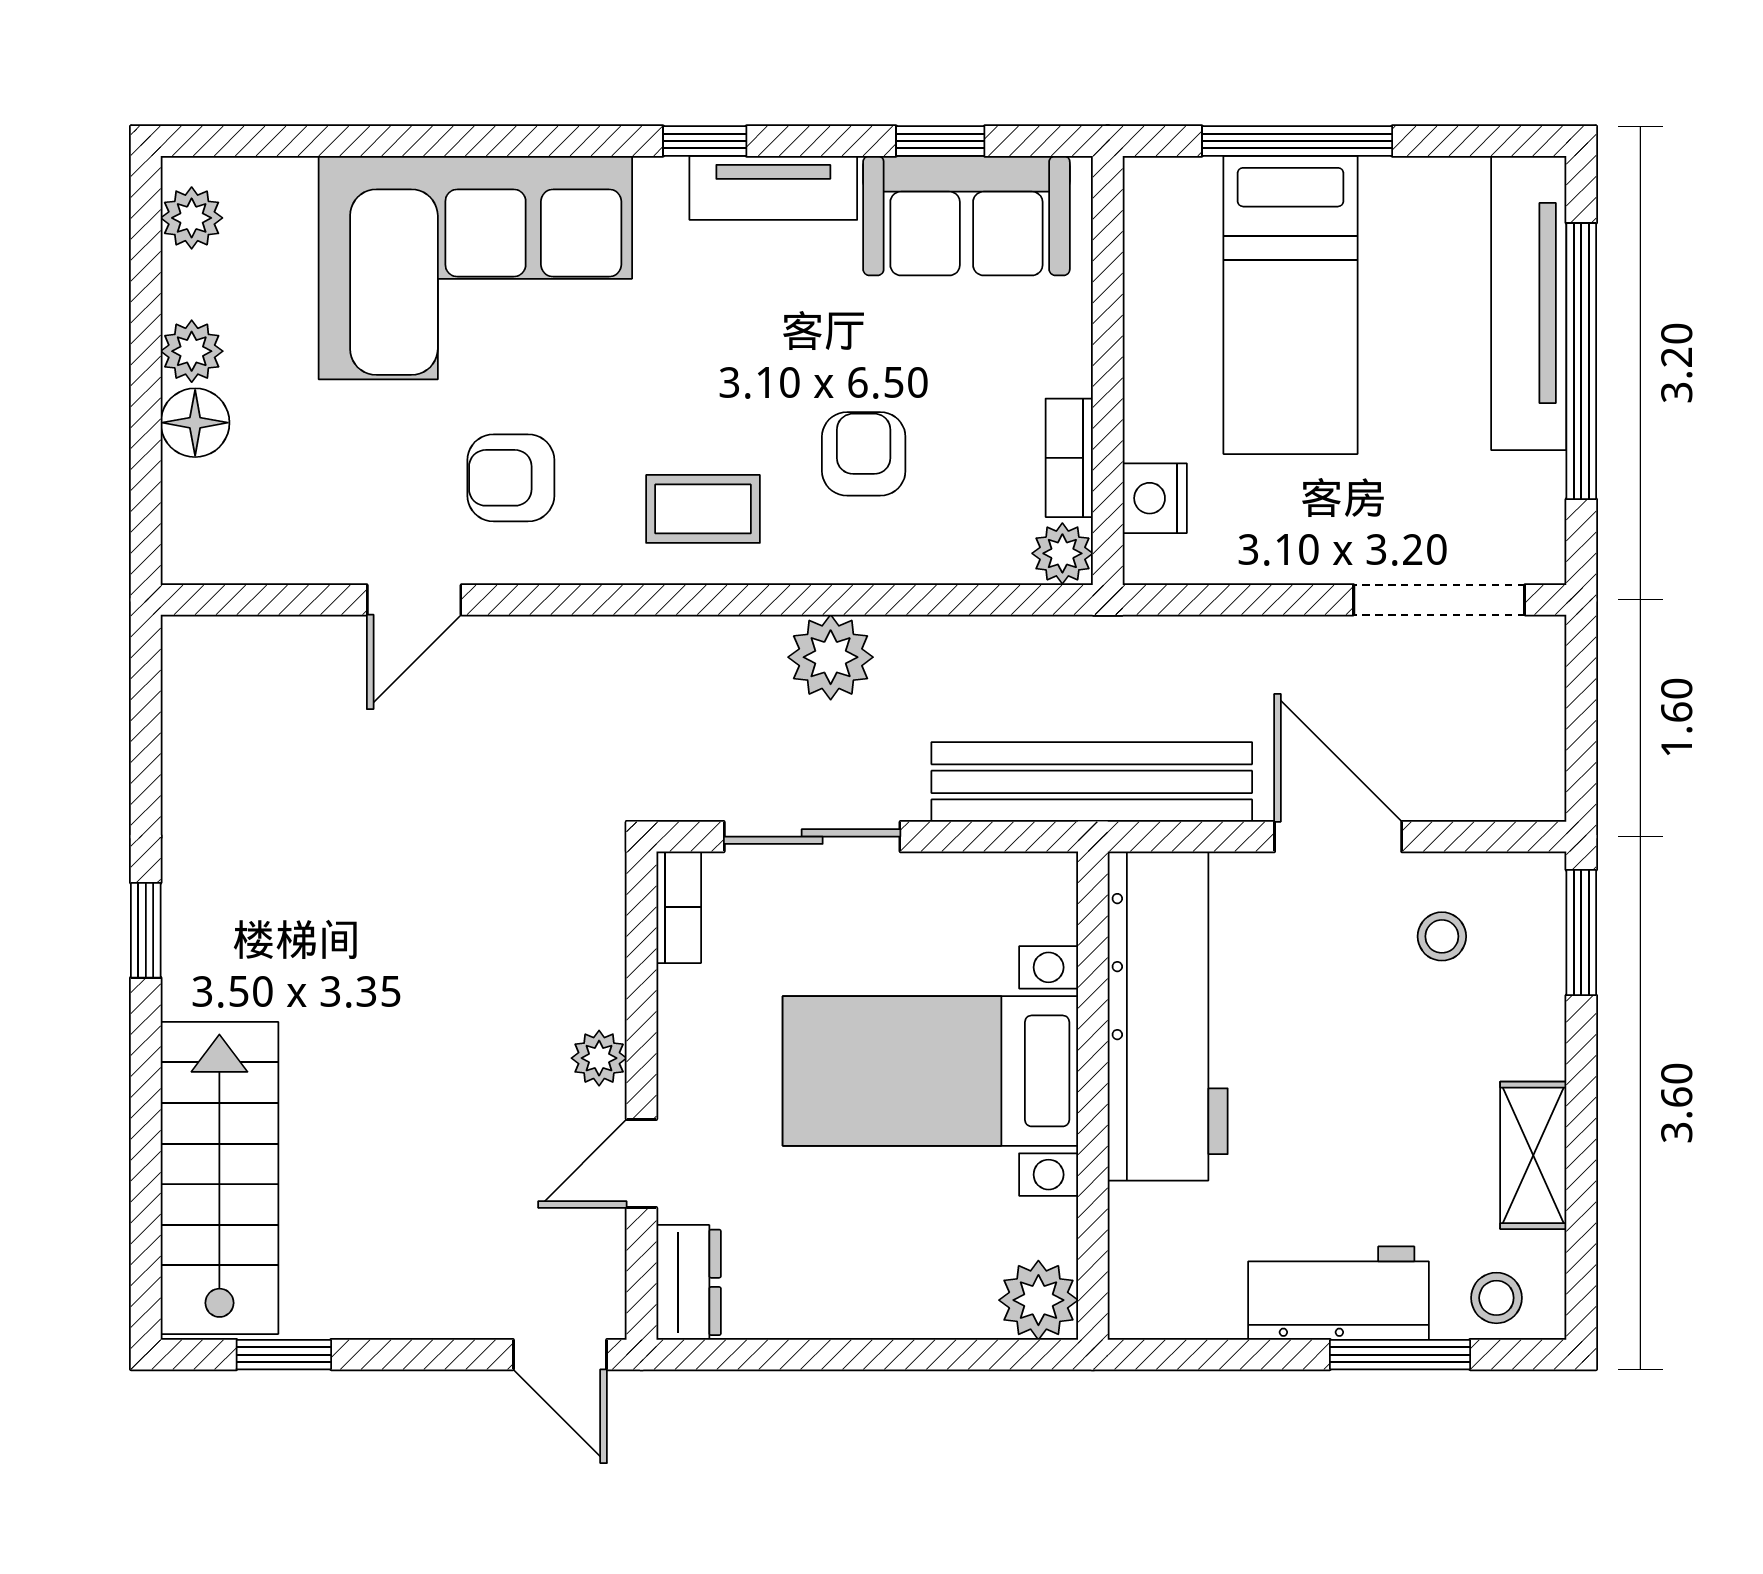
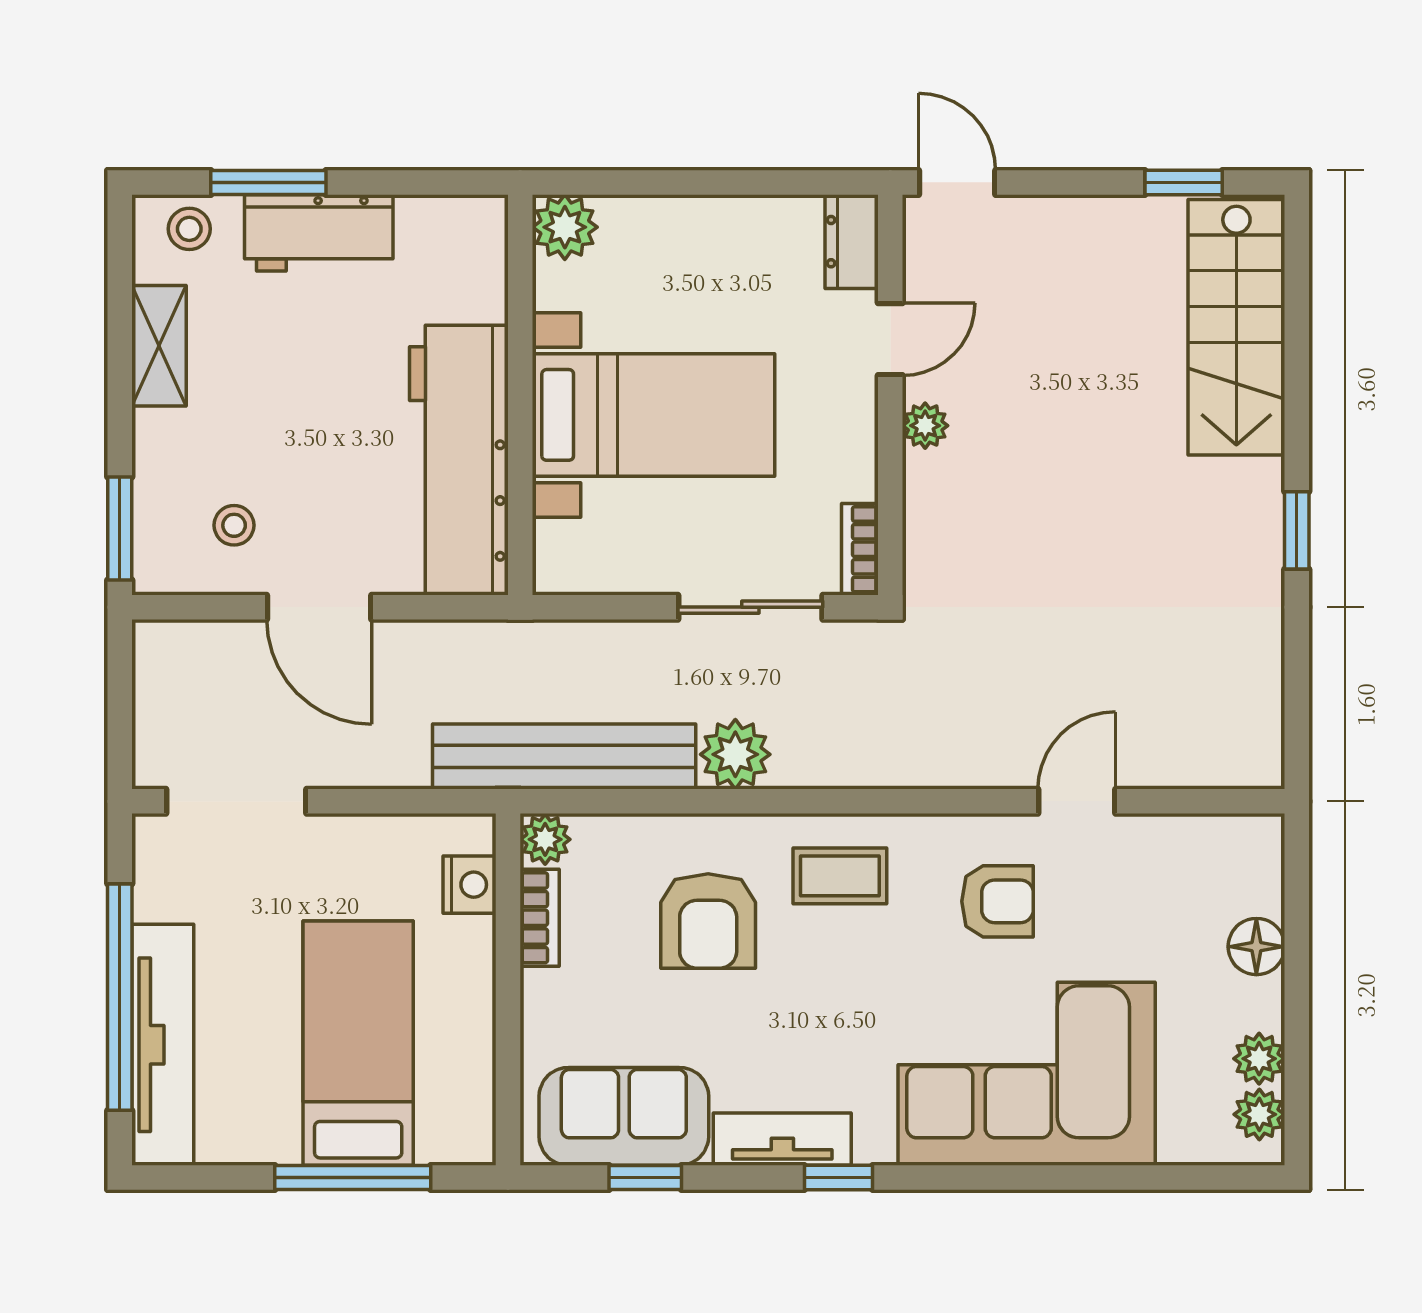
plant: (192, 351) -> (1259, 1059), moved
armchair: (864, 454) -> (708, 921), width x1.38, depth x1.38
bench: (1092, 782) -> (564, 756), moved

